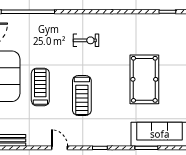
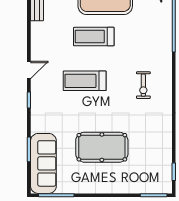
treadmill: (40, 87) -> (94, 37), turned 180
door: (60, 148) -> (29, 70), moved

